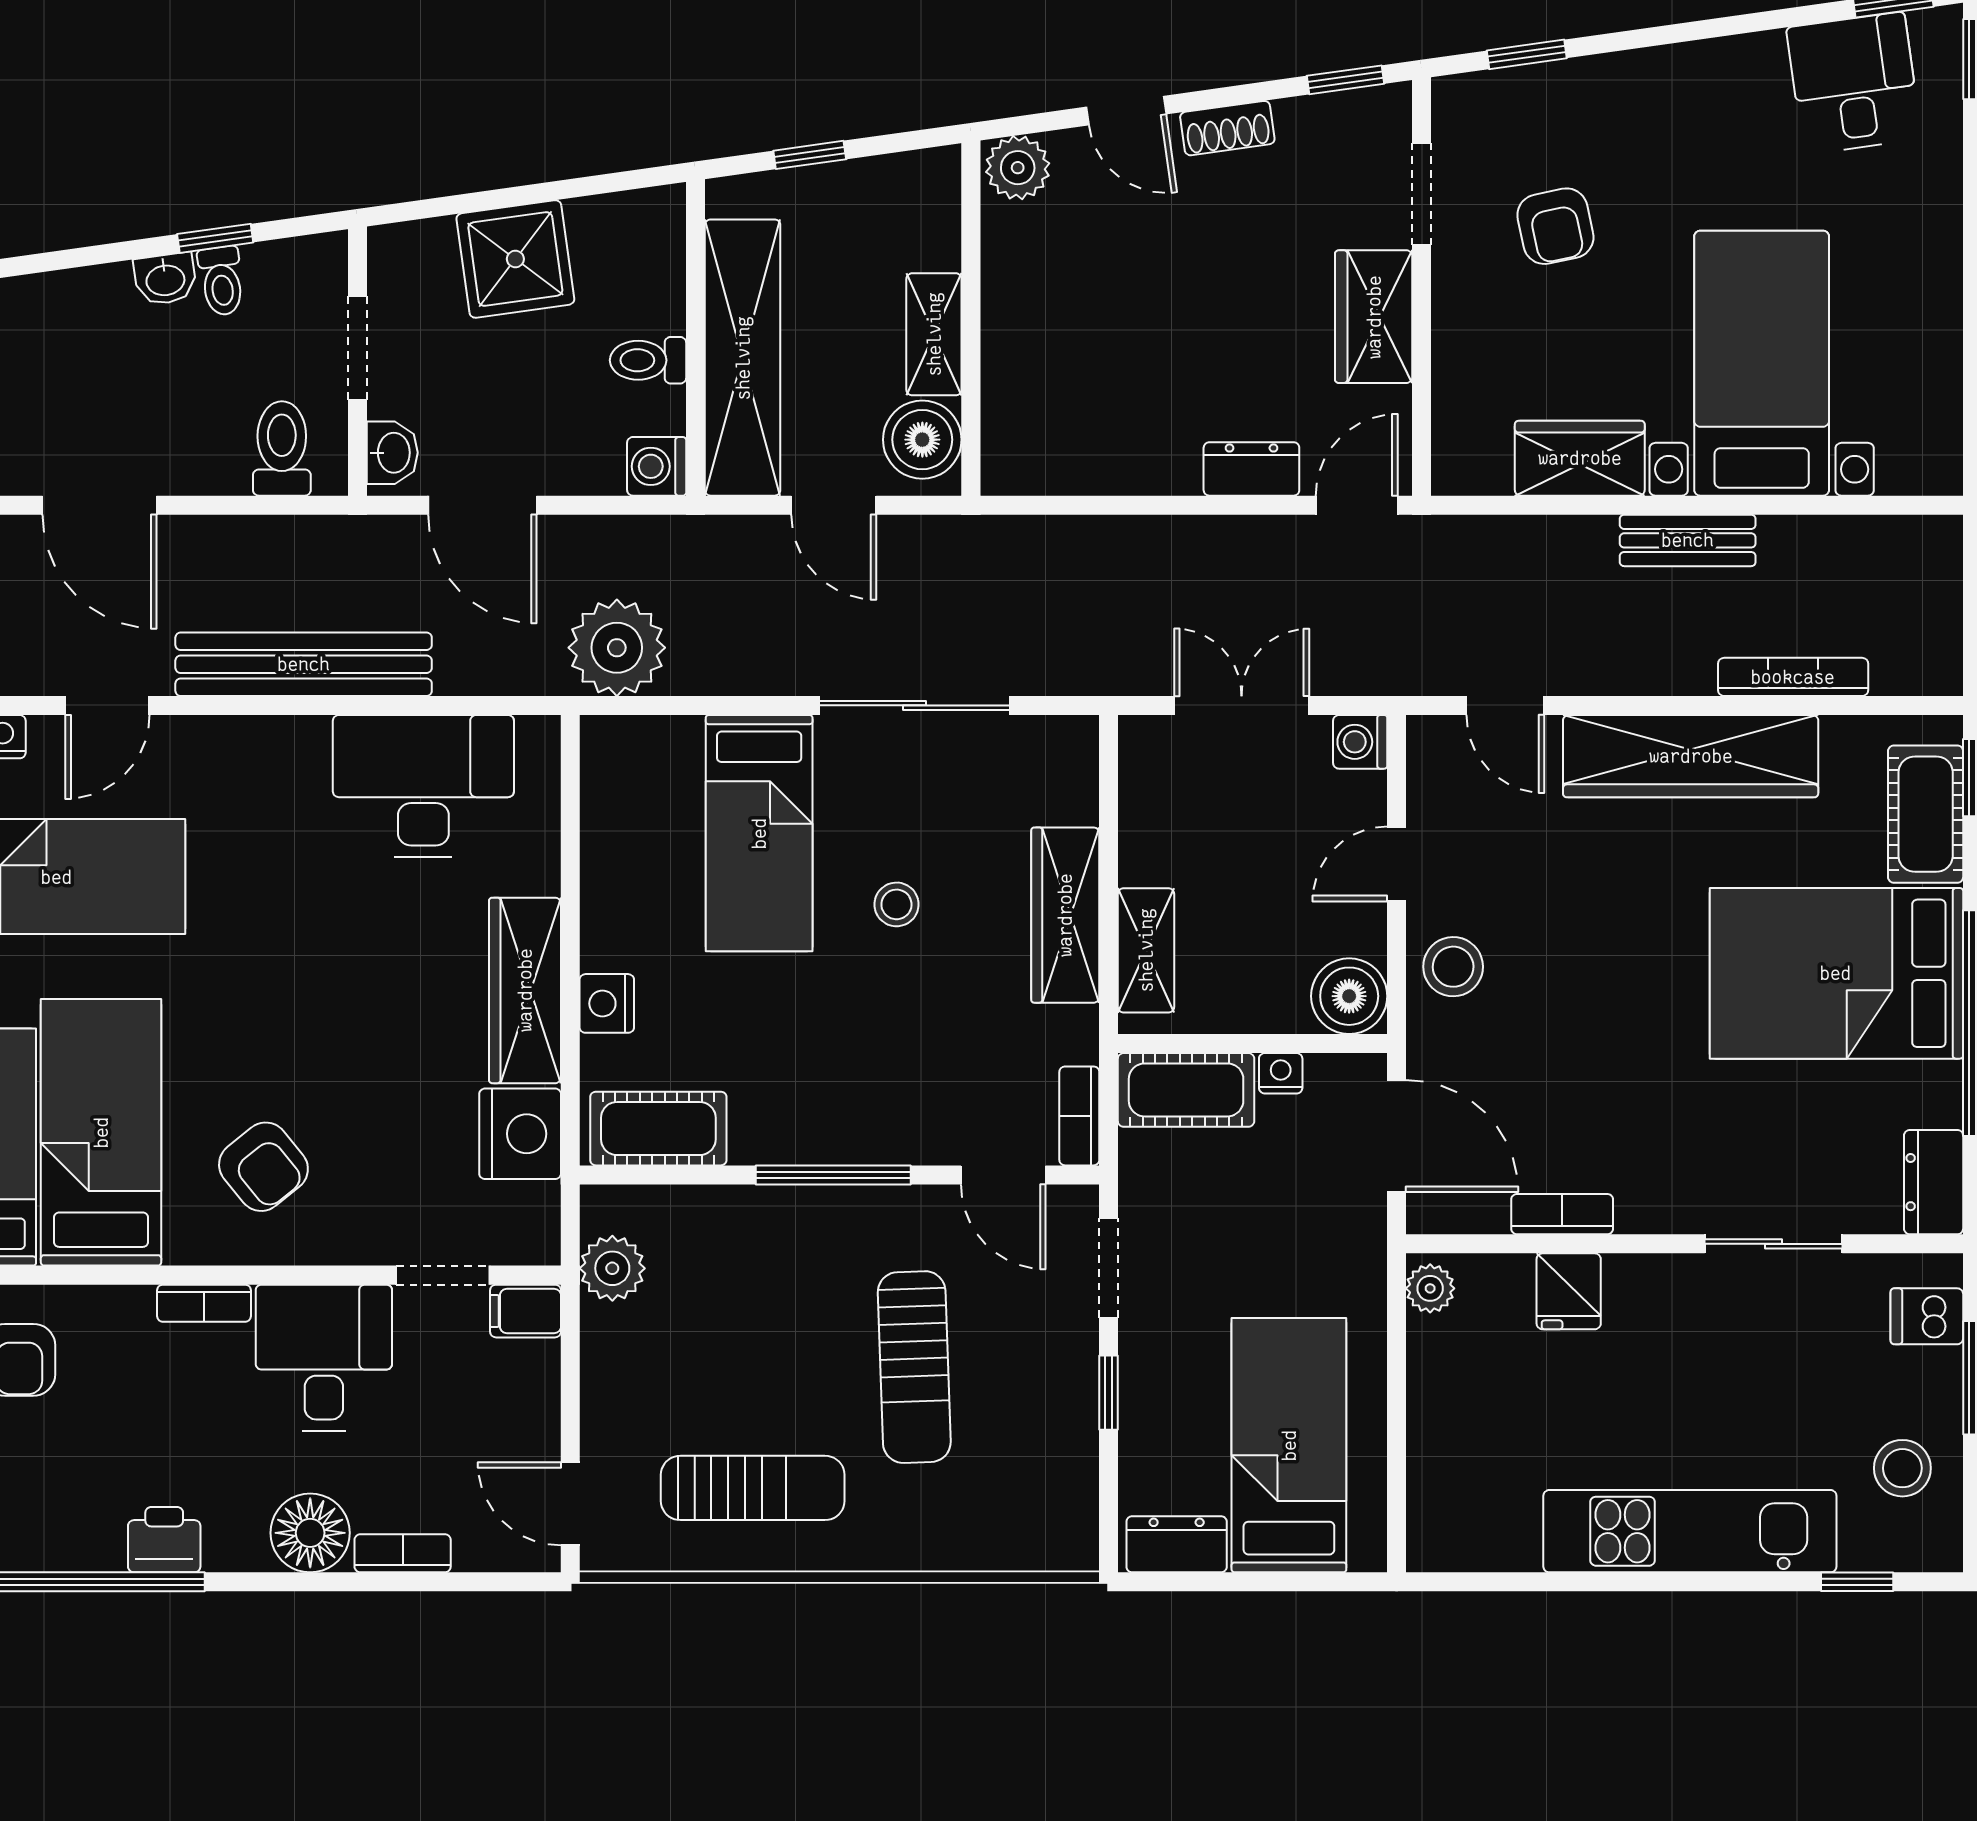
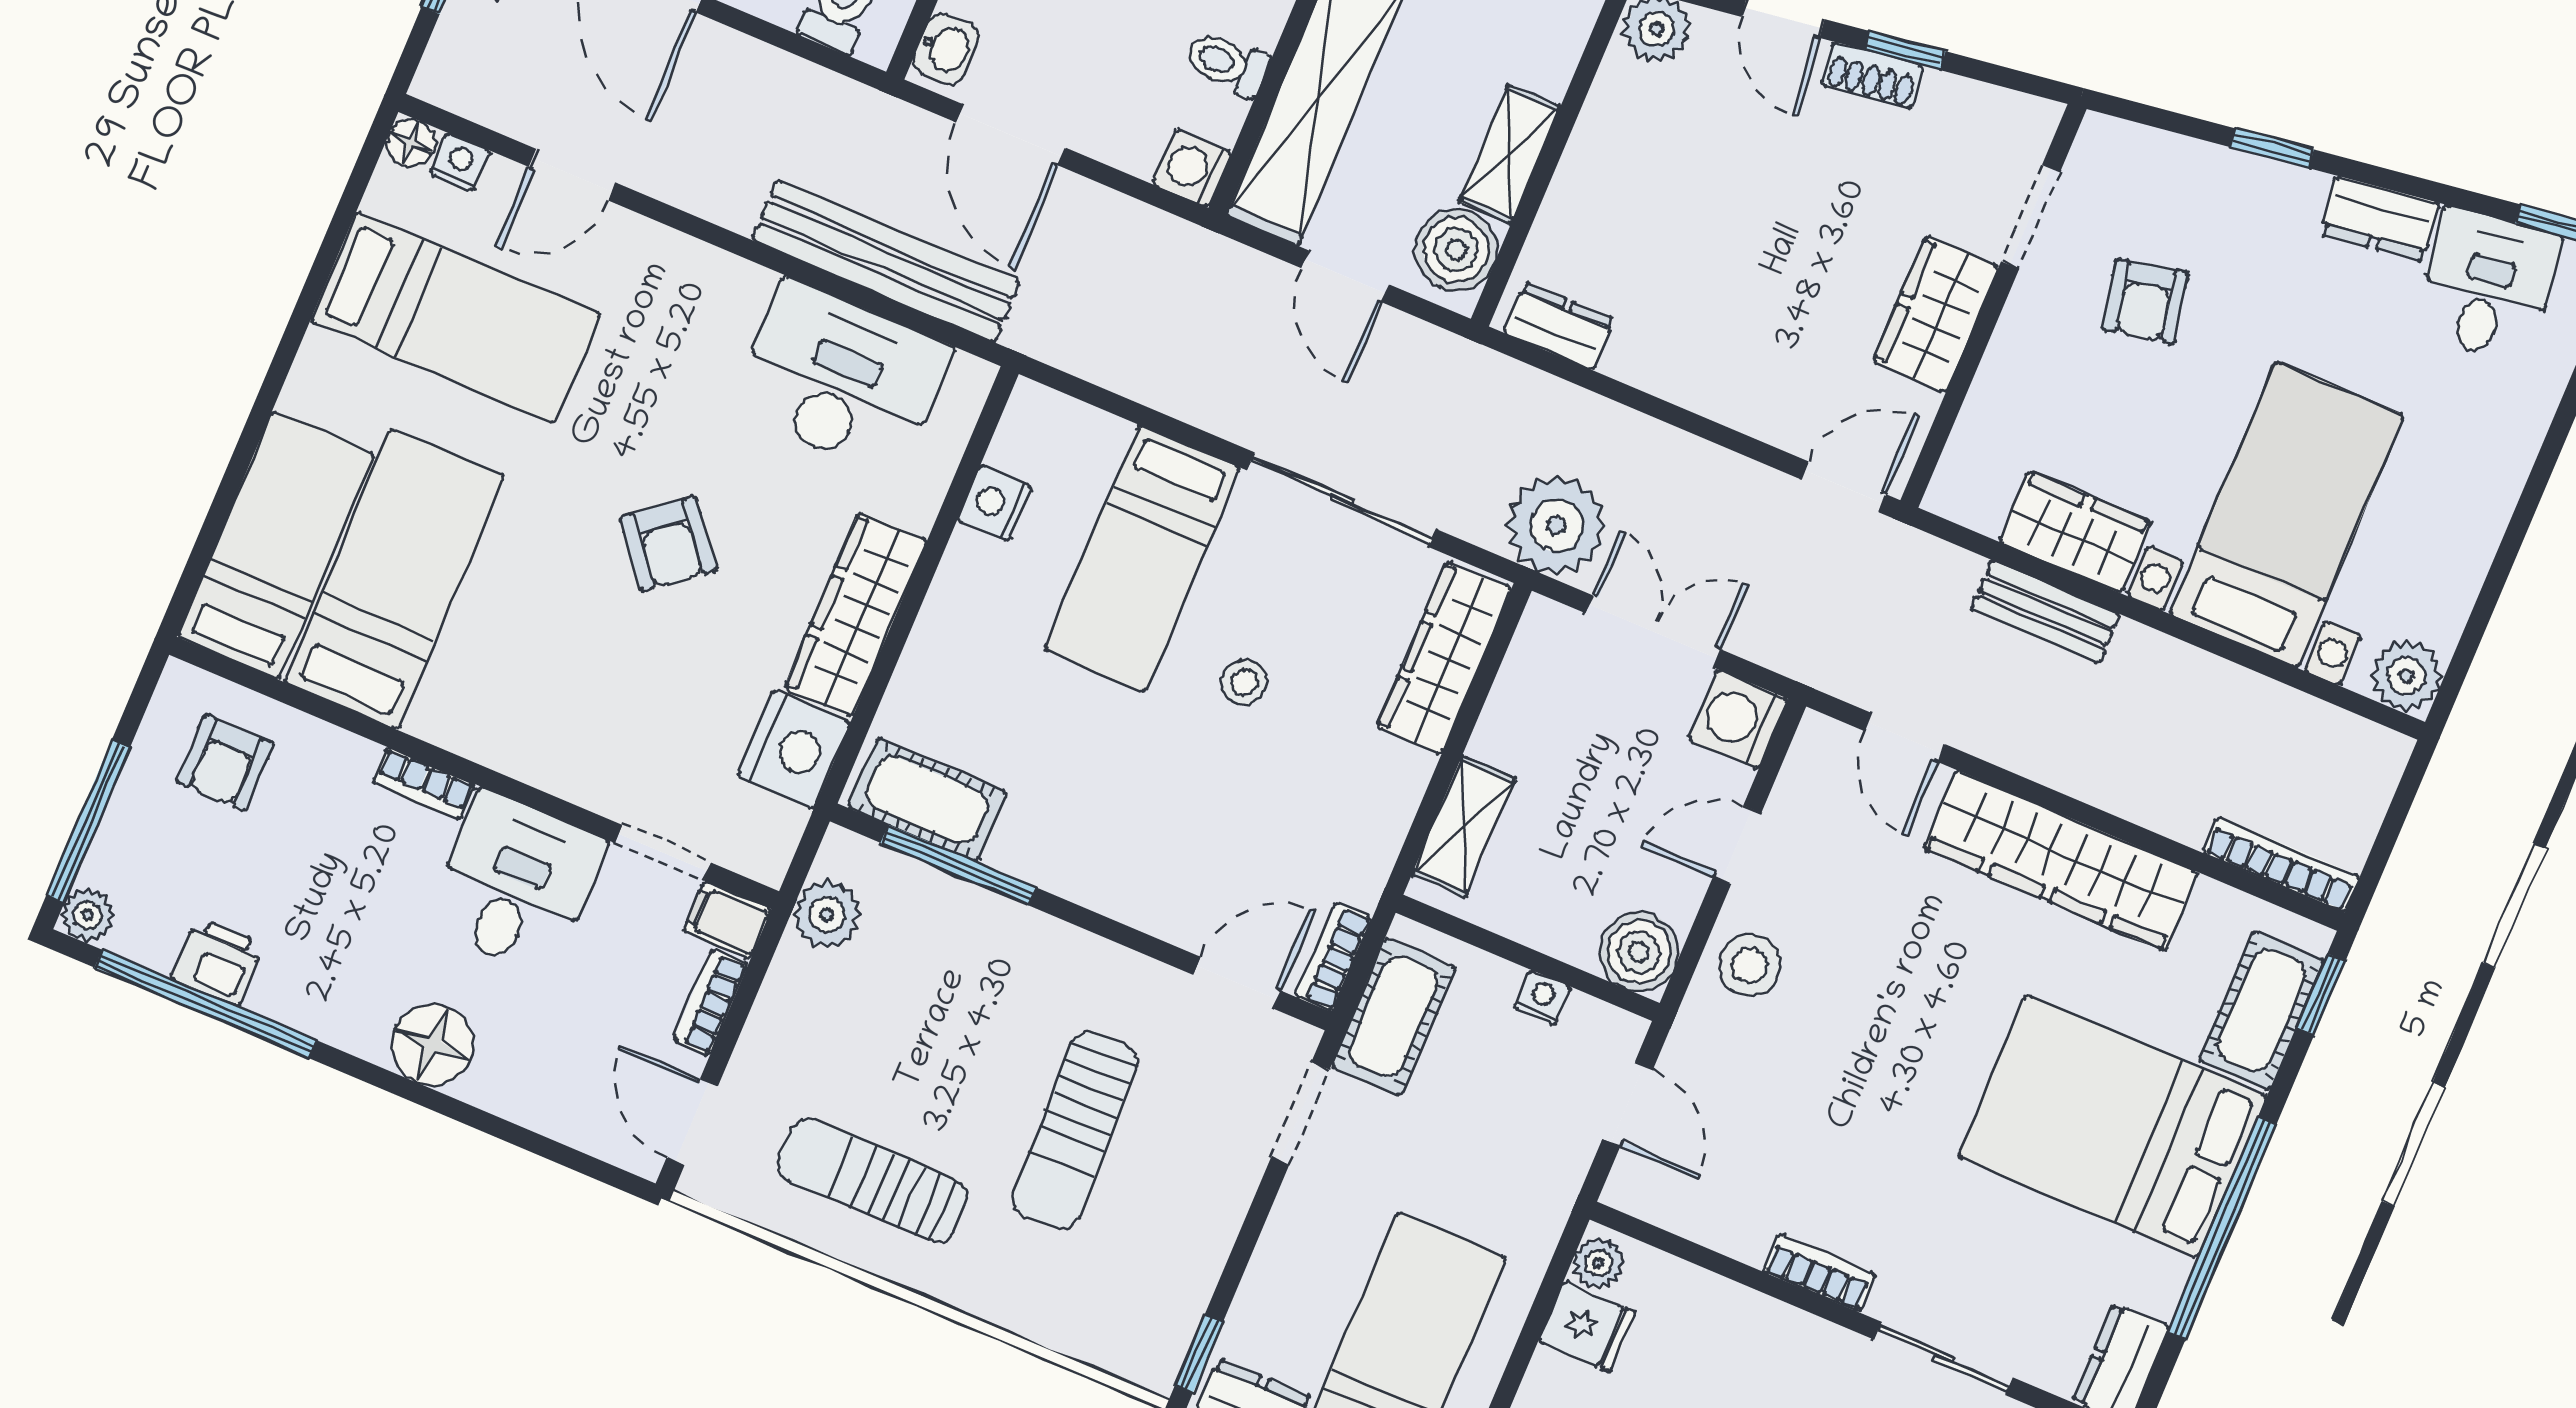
window: (1527, 54) -> (2272, 148), moved
dresser: (1733, 65) -> (2380, 219), added
window: (1346, 80) -> (1905, 51), moved
plant: (1929, 462) -> (2407, 676), added
dresser: (1251, 469) -> (1559, 326), moved
bench: (1688, 540) -> (2046, 612), moved
plant: (617, 648) -> (1556, 526), moved
bench: (304, 664) -> (886, 261), moved
bookcase: (1793, 677) -> (2281, 864), moved
washing machine: (1360, 742) -> (1738, 719), width x1.38, depth x1.38
wardrobe: (1065, 915) -> (1444, 658), moved
nightstand: (607, 1003) -> (995, 503), moved
cot: (1186, 1090) -> (1393, 1017), moved, turned 90
door: (1397, 1136) -> (1628, 1104), width x0.73
armchair: (263, 1167) -> (668, 544), moved
window: (833, 1175) -> (958, 865), moved
door: (1003, 1175) -> (1237, 983), swing flipped
bookcase: (1562, 1214) -> (1819, 1273), moved
fridge: (1569, 1291) -> (1587, 1327), moved, turned -90
window: (1109, 1393) -> (1199, 1354), moved
sun lounger: (753, 1488) -> (872, 1180), turned 180
printer: (164, 1540) -> (217, 962), moved
bookcase: (403, 1553) -> (711, 1002), moved, turned -90

